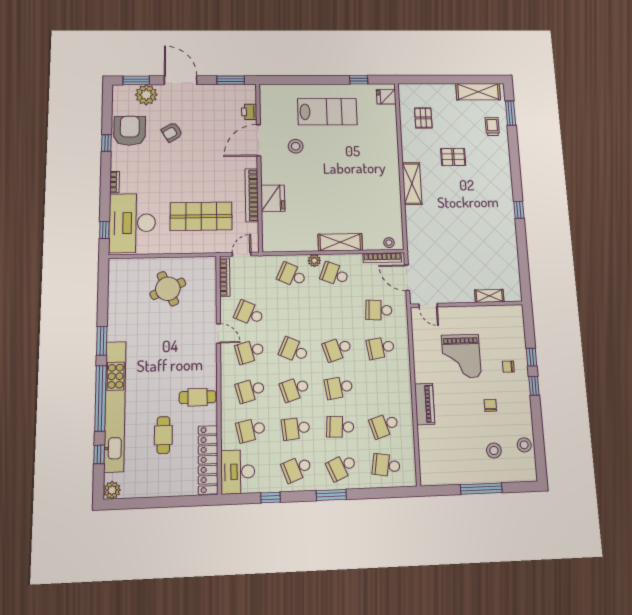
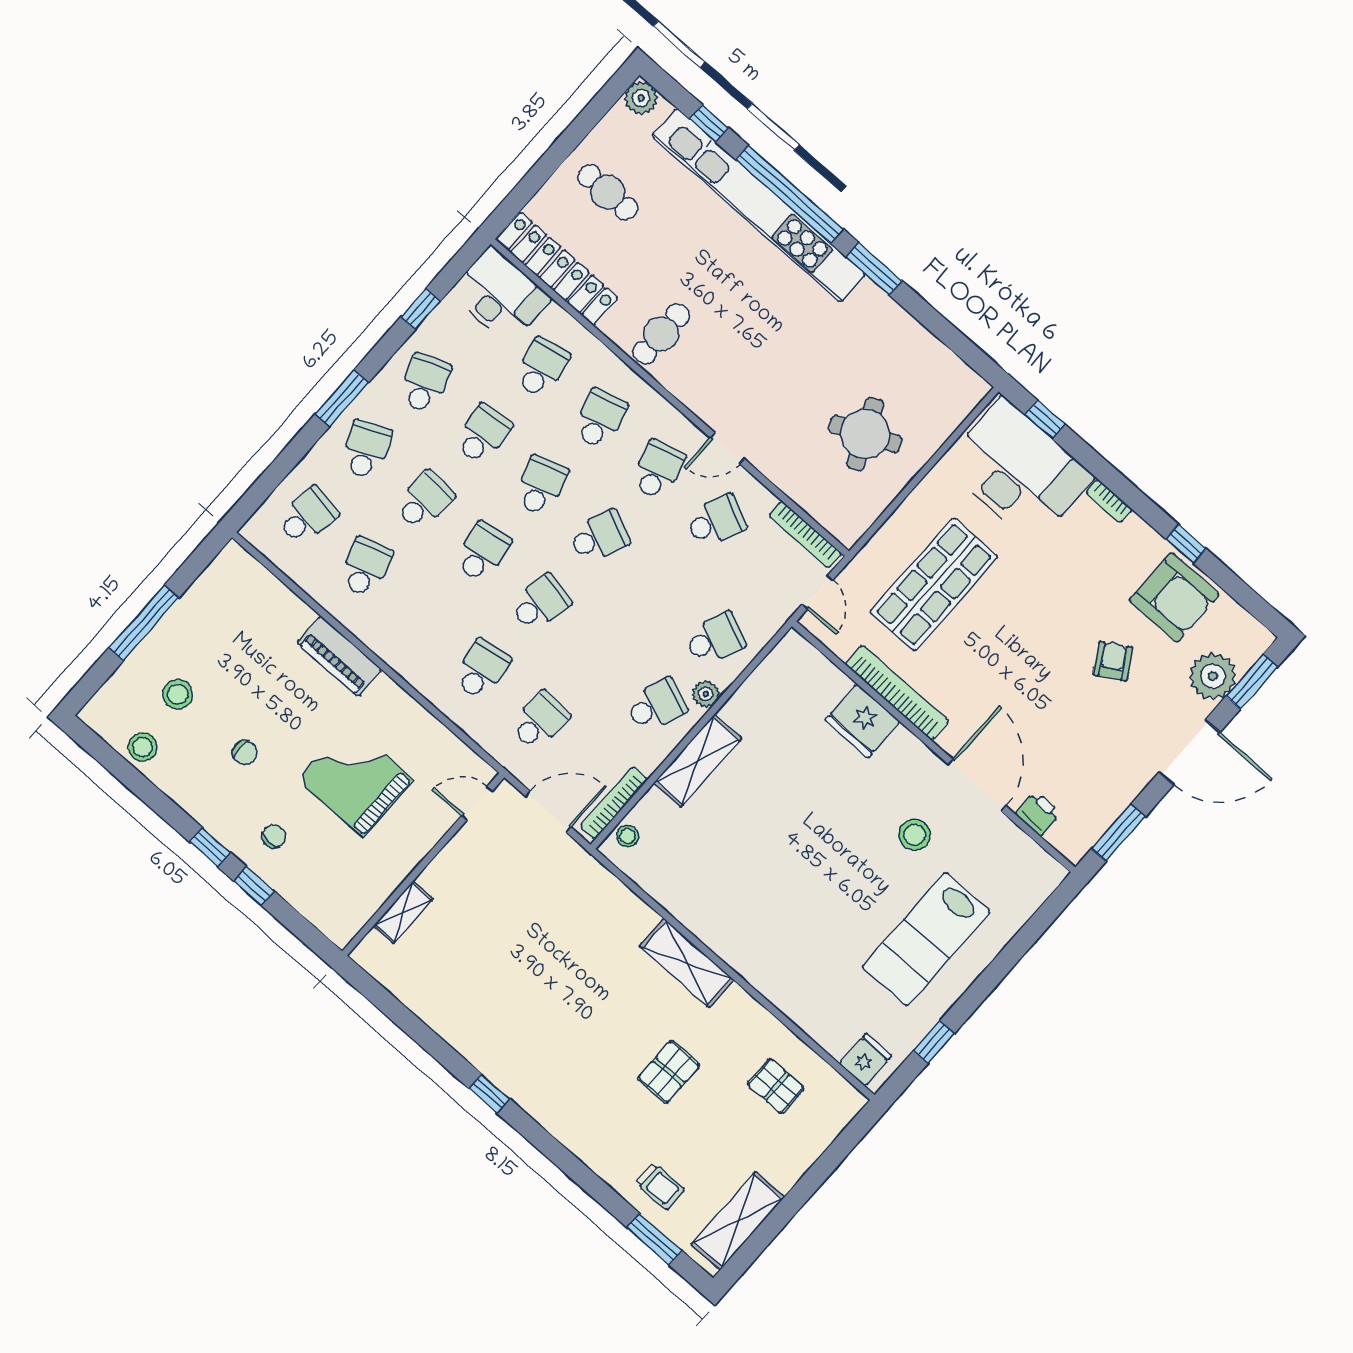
school desk: (337, 349) -> (540, 603), turned 30
cafe table: (163, 435) -> (608, 192), moved

